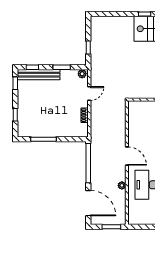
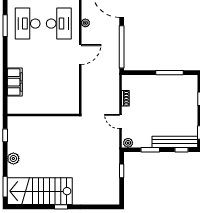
door: (89, 93) -> (120, 122), hinge flipped
door: (127, 156) -> (80, 54), swing flipped

